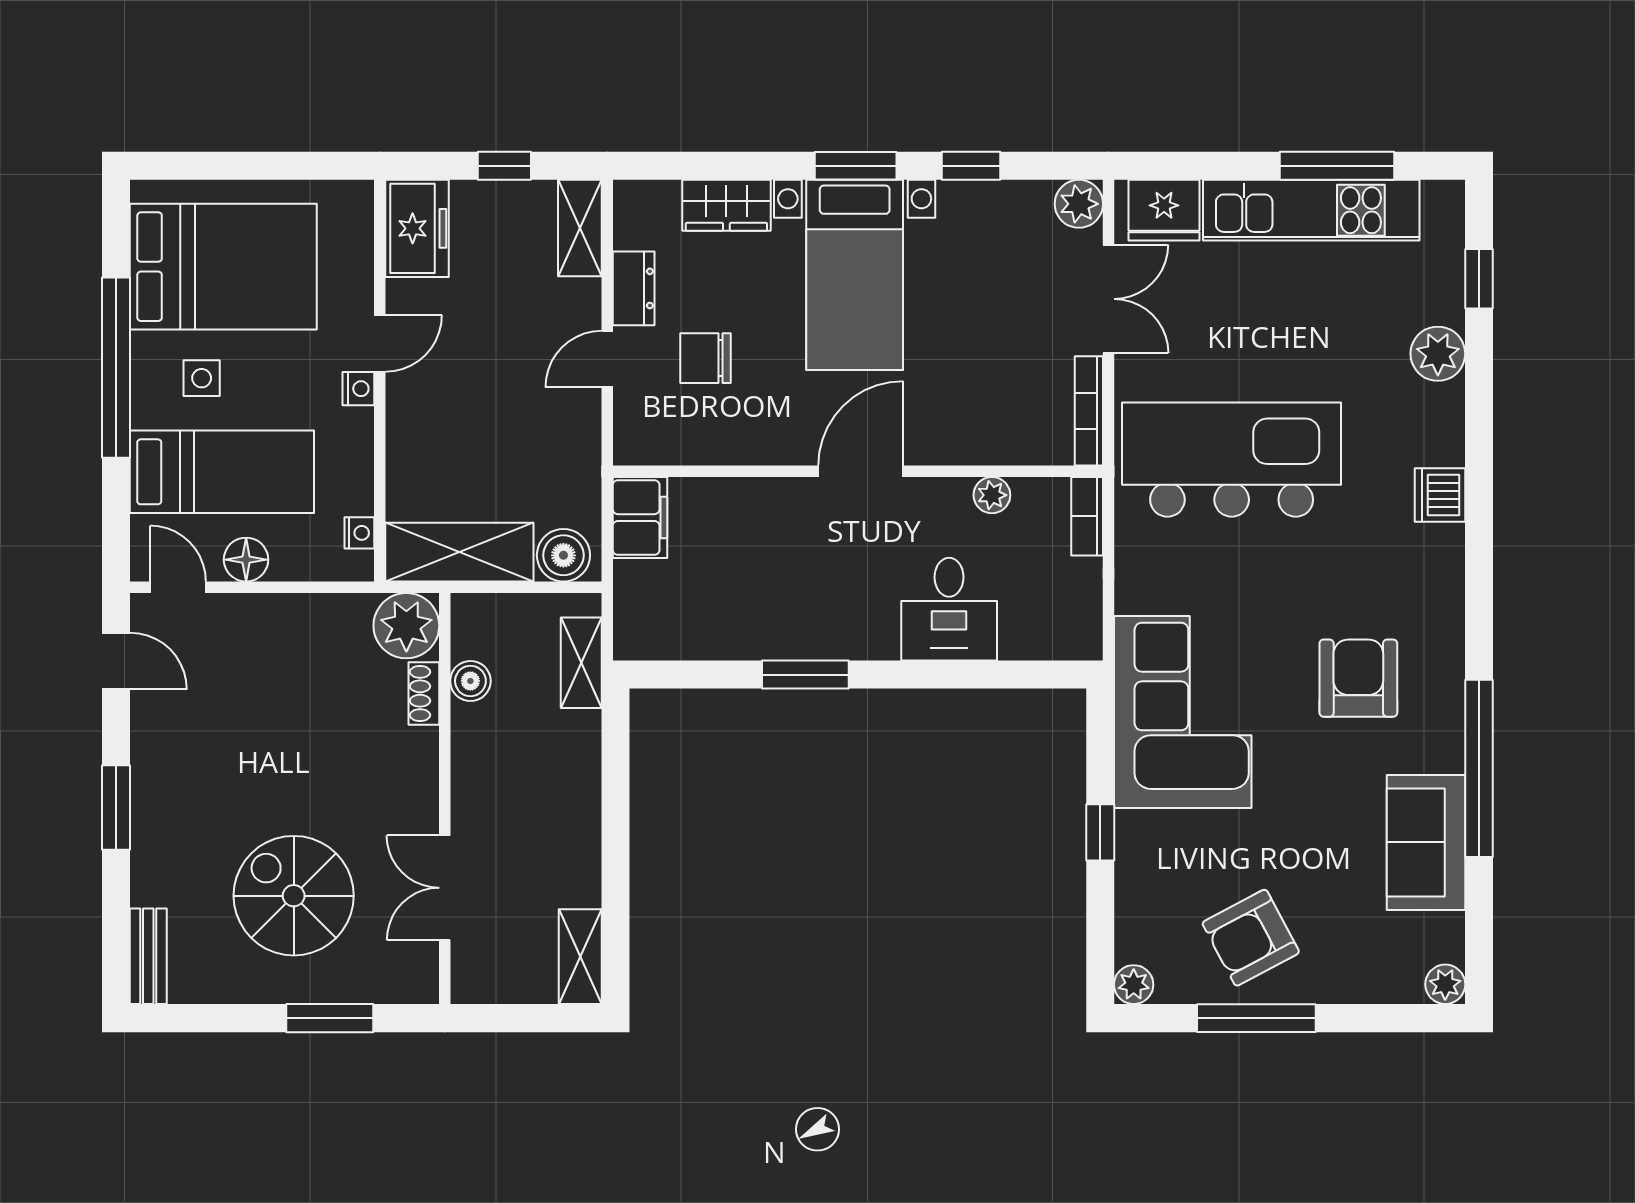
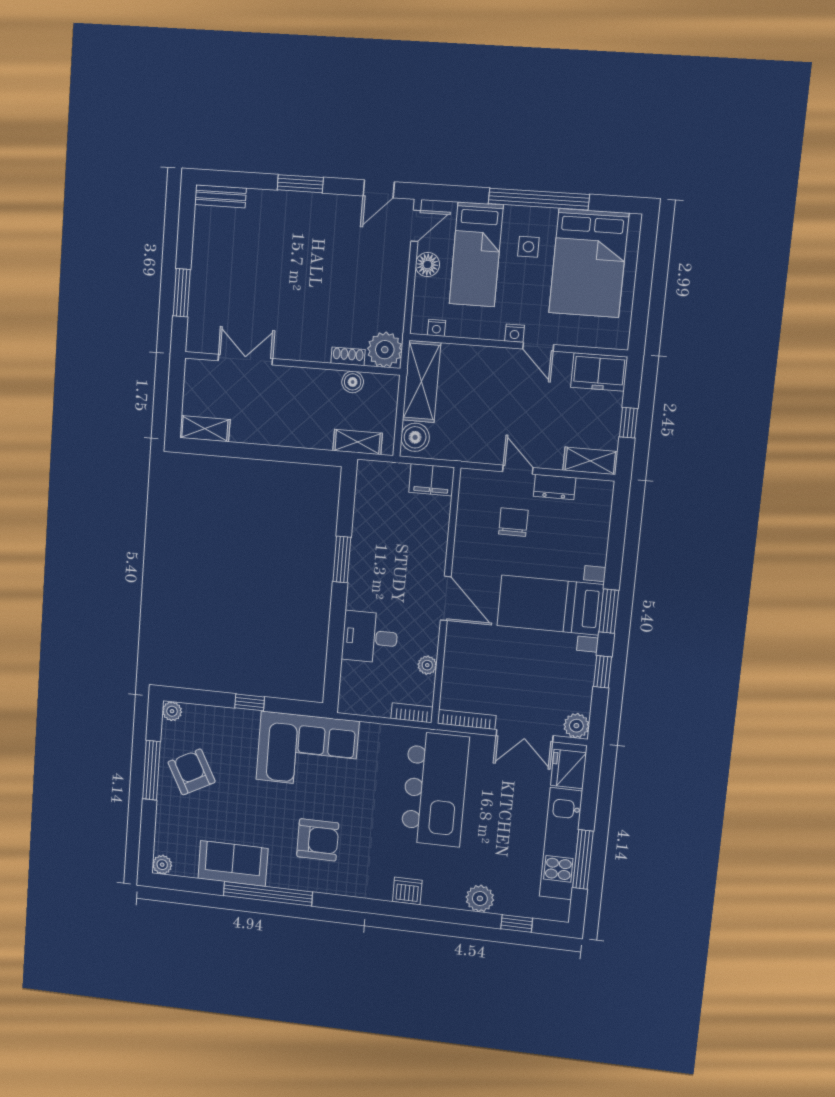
wardrobe: (726, 205) -> (595, 541), removed
spiral stairs: (294, 896) -> (247, 278), removed

